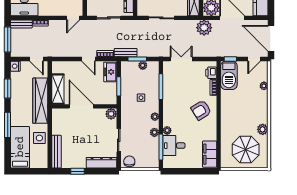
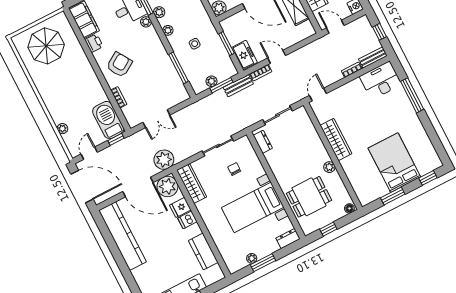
window: (8, 40) -> (379, 32), width x0.46
double door: (181, 59) -> (156, 119), moved
printer: (211, 73) -> (94, 43), moved
plant: (263, 129) -> (39, 78), removed

